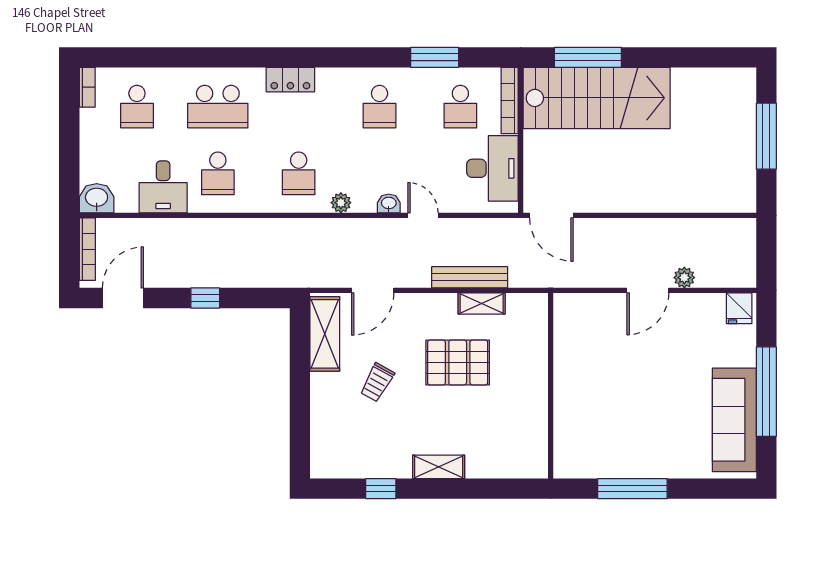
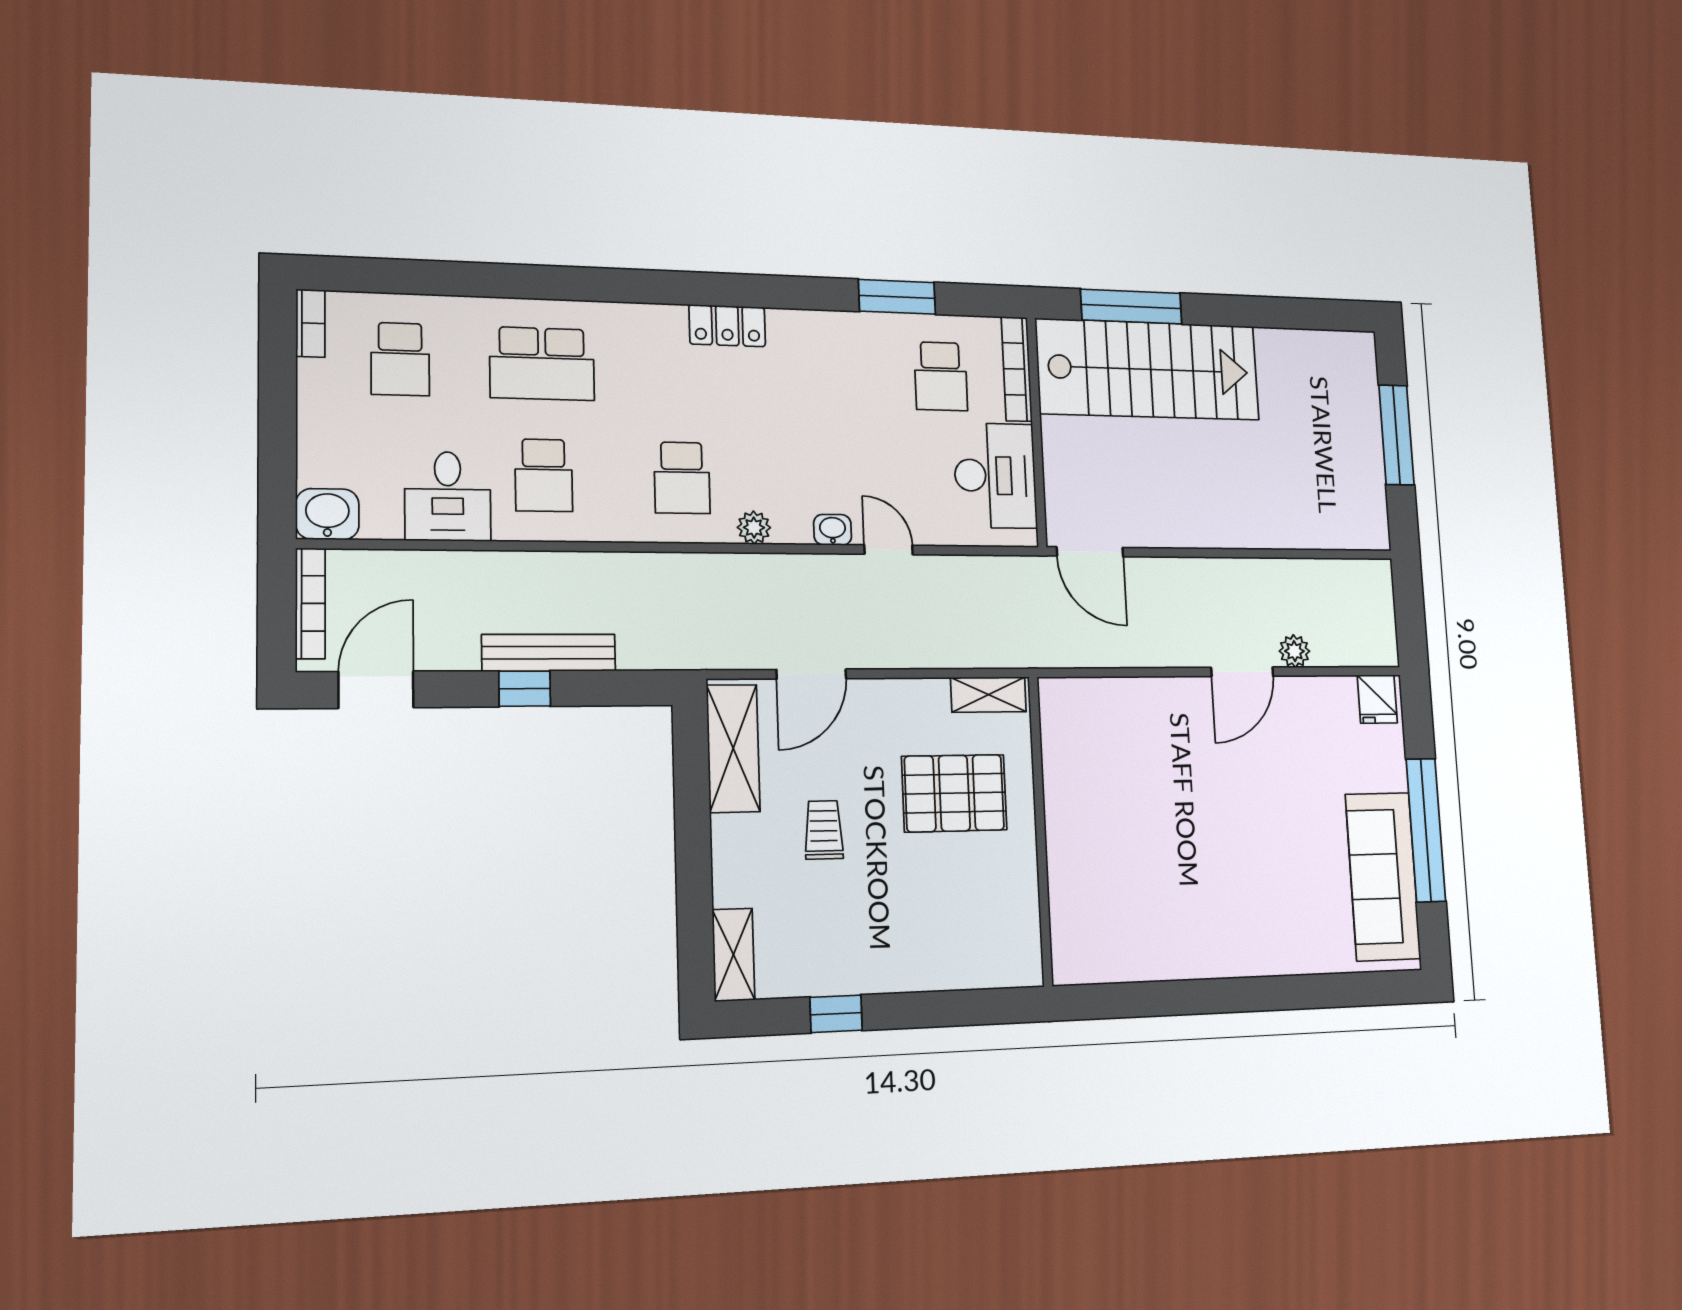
locker: (290, 80) -> (727, 326), moved
school desk: (380, 107) -> (812, 372), removed
bench: (470, 277) -> (549, 653), moved
trolley: (377, 382) -> (824, 830), turned 151
wall: (551, 386) -> (1040, 830), moved
shelving: (439, 467) -> (733, 955), moved, turned 90
window: (632, 489) -> (1239, 995), removed

